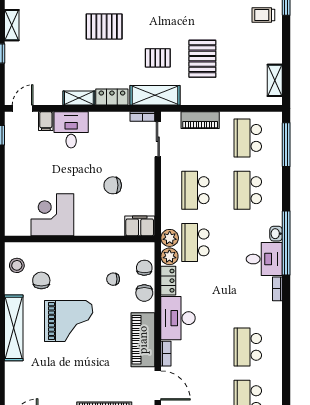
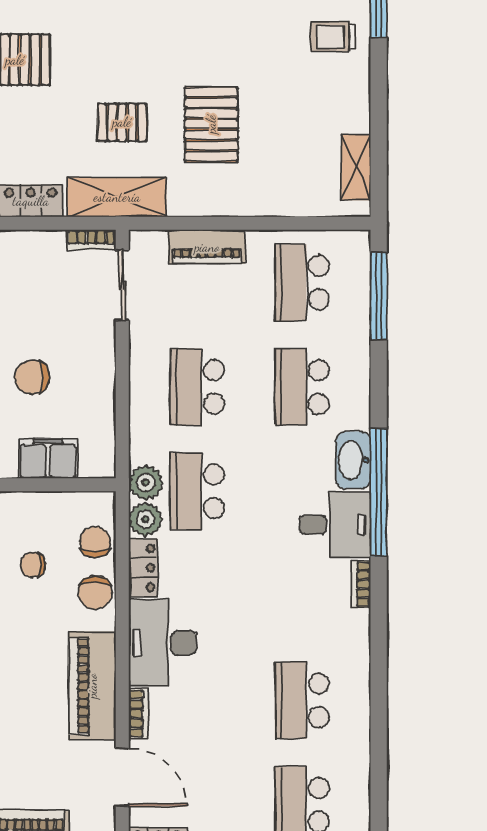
filing cabinet: (140, 226) -> (48, 458), moved
washbasin: (276, 234) -> (353, 460), width x1.91, depth x1.45

